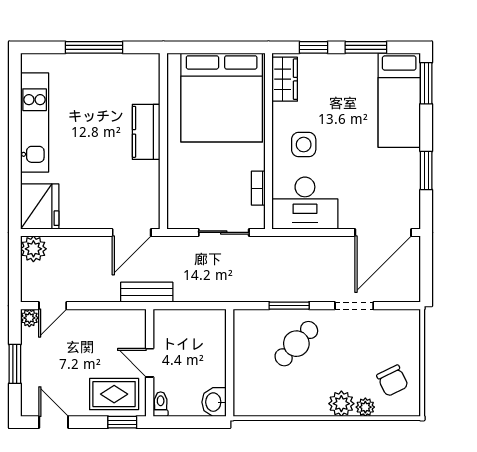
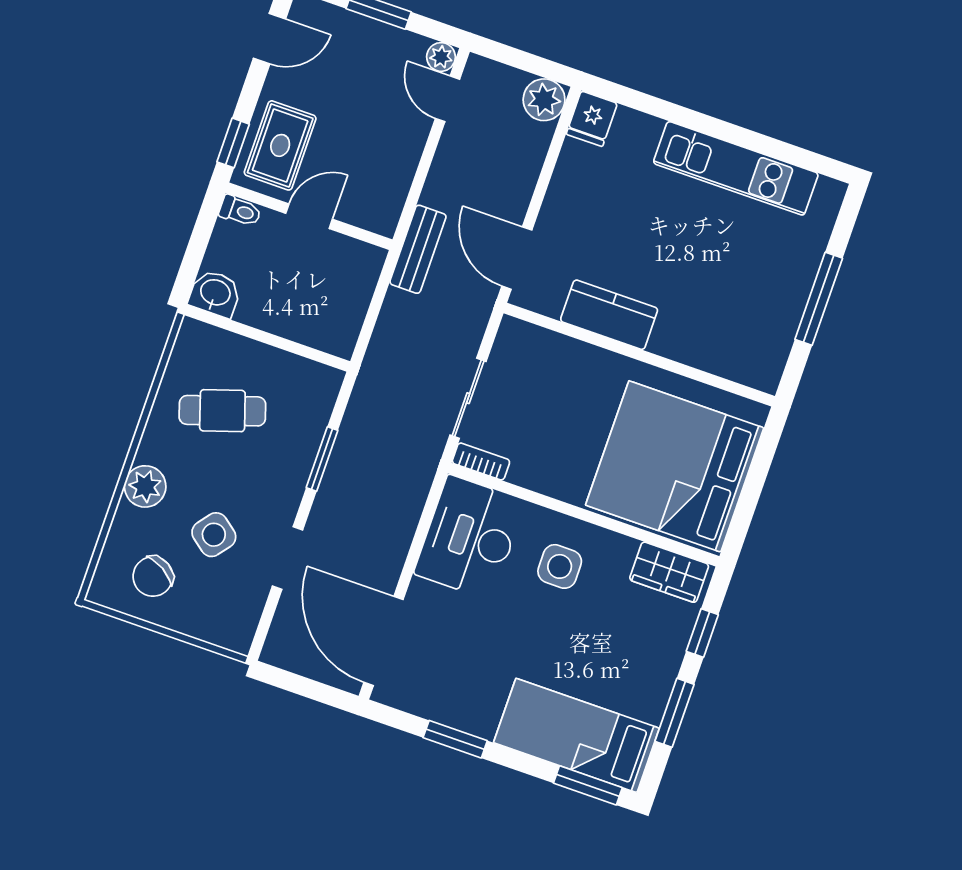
kitchen counter: (146, 132) -> (609, 315), moved
bookcase: (258, 188) -> (481, 461), moved
fridge: (40, 206) -> (592, 119), width x0.53, depth x0.75
cafe table: (296, 344) -> (222, 411), moved, turned -61
side table: (356, 354) -> (214, 535), added
chair: (392, 381) -> (153, 576), turned -33
plant: (365, 407) -> (127, 521), removed

